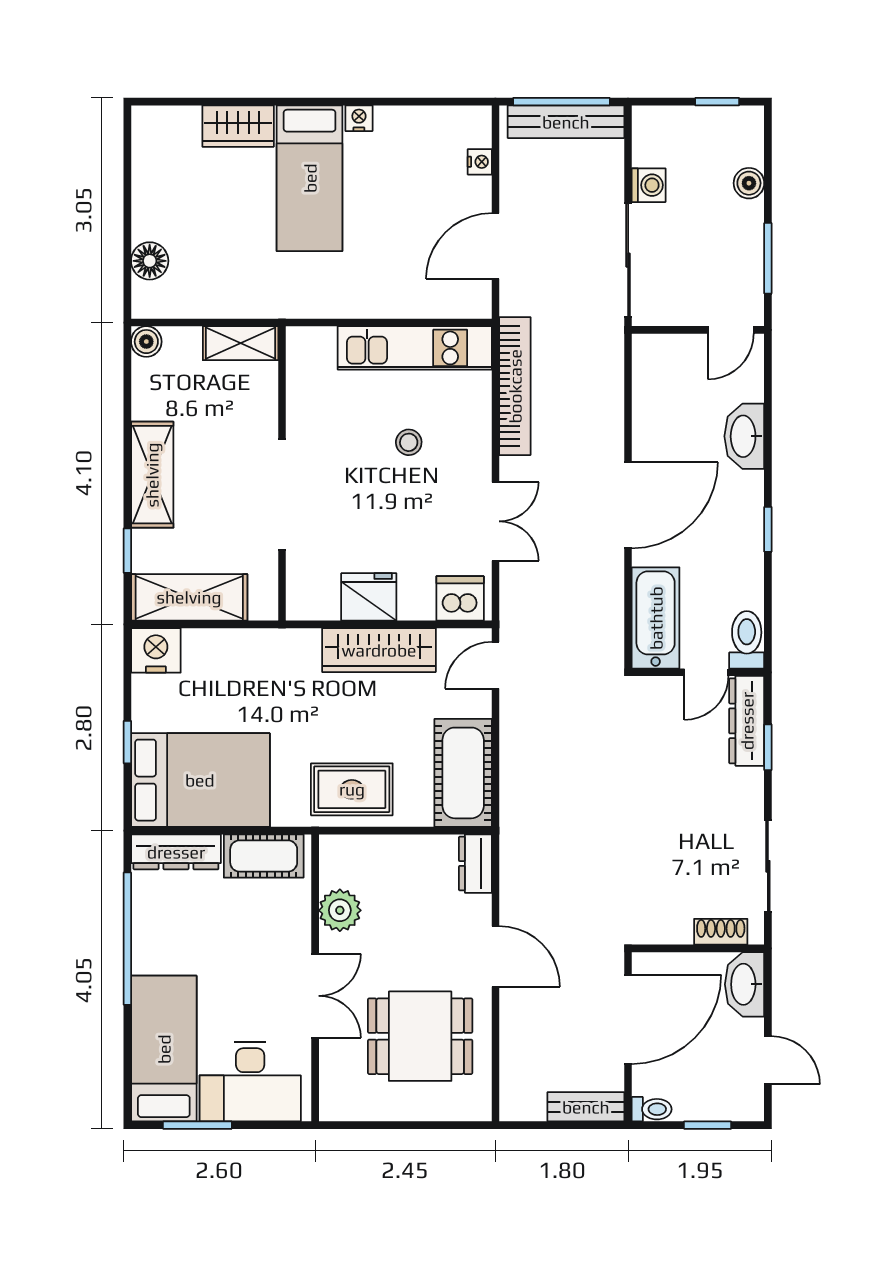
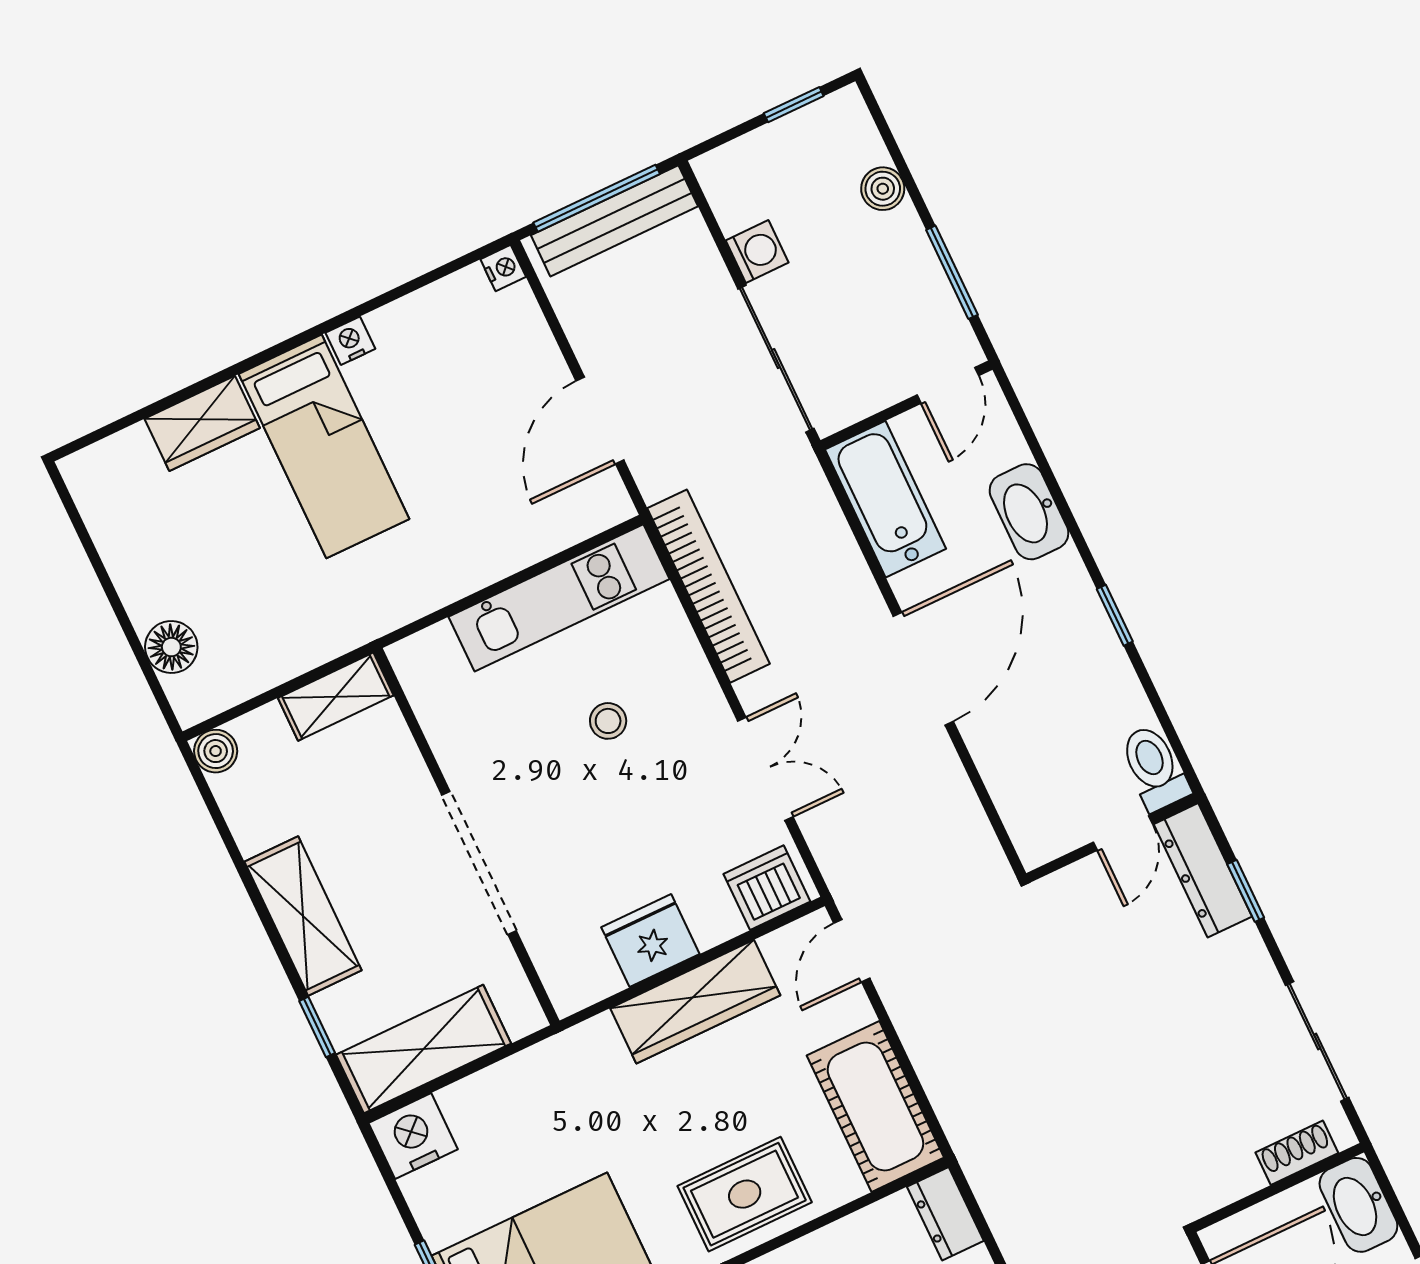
nightstand: (480, 162) -> (503, 268), moved
bathtub: (656, 618) -> (885, 499), moved

